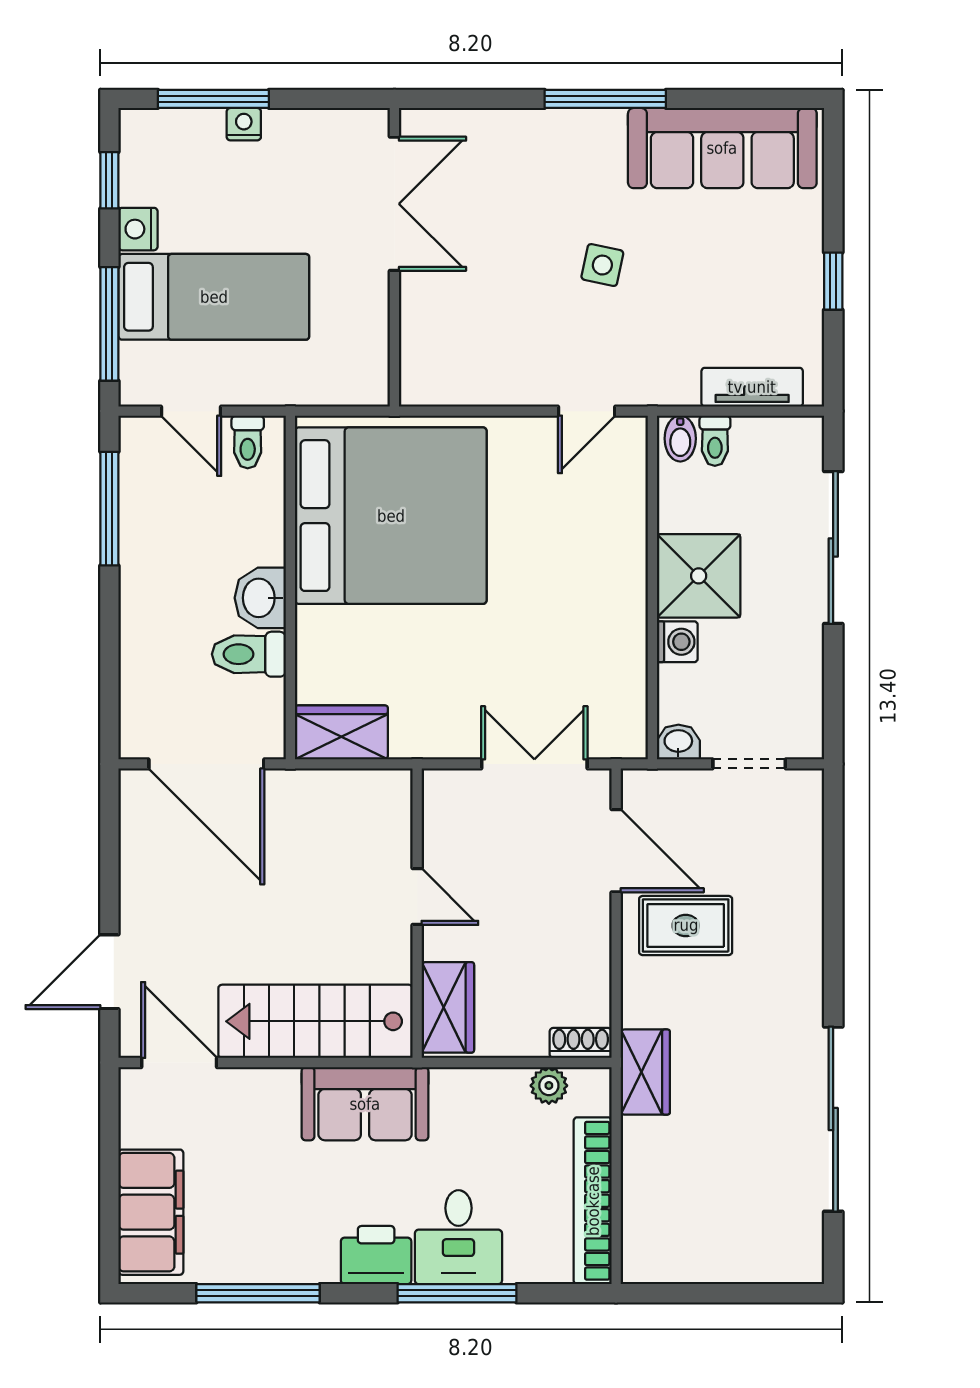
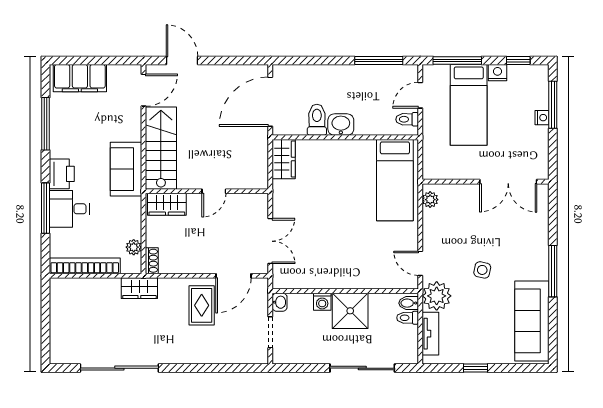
plant: (664, 372) -> (437, 296), added
plant: (437, 388) -> (430, 200), added
bed: (391, 516) -> (395, 180), width x0.49

